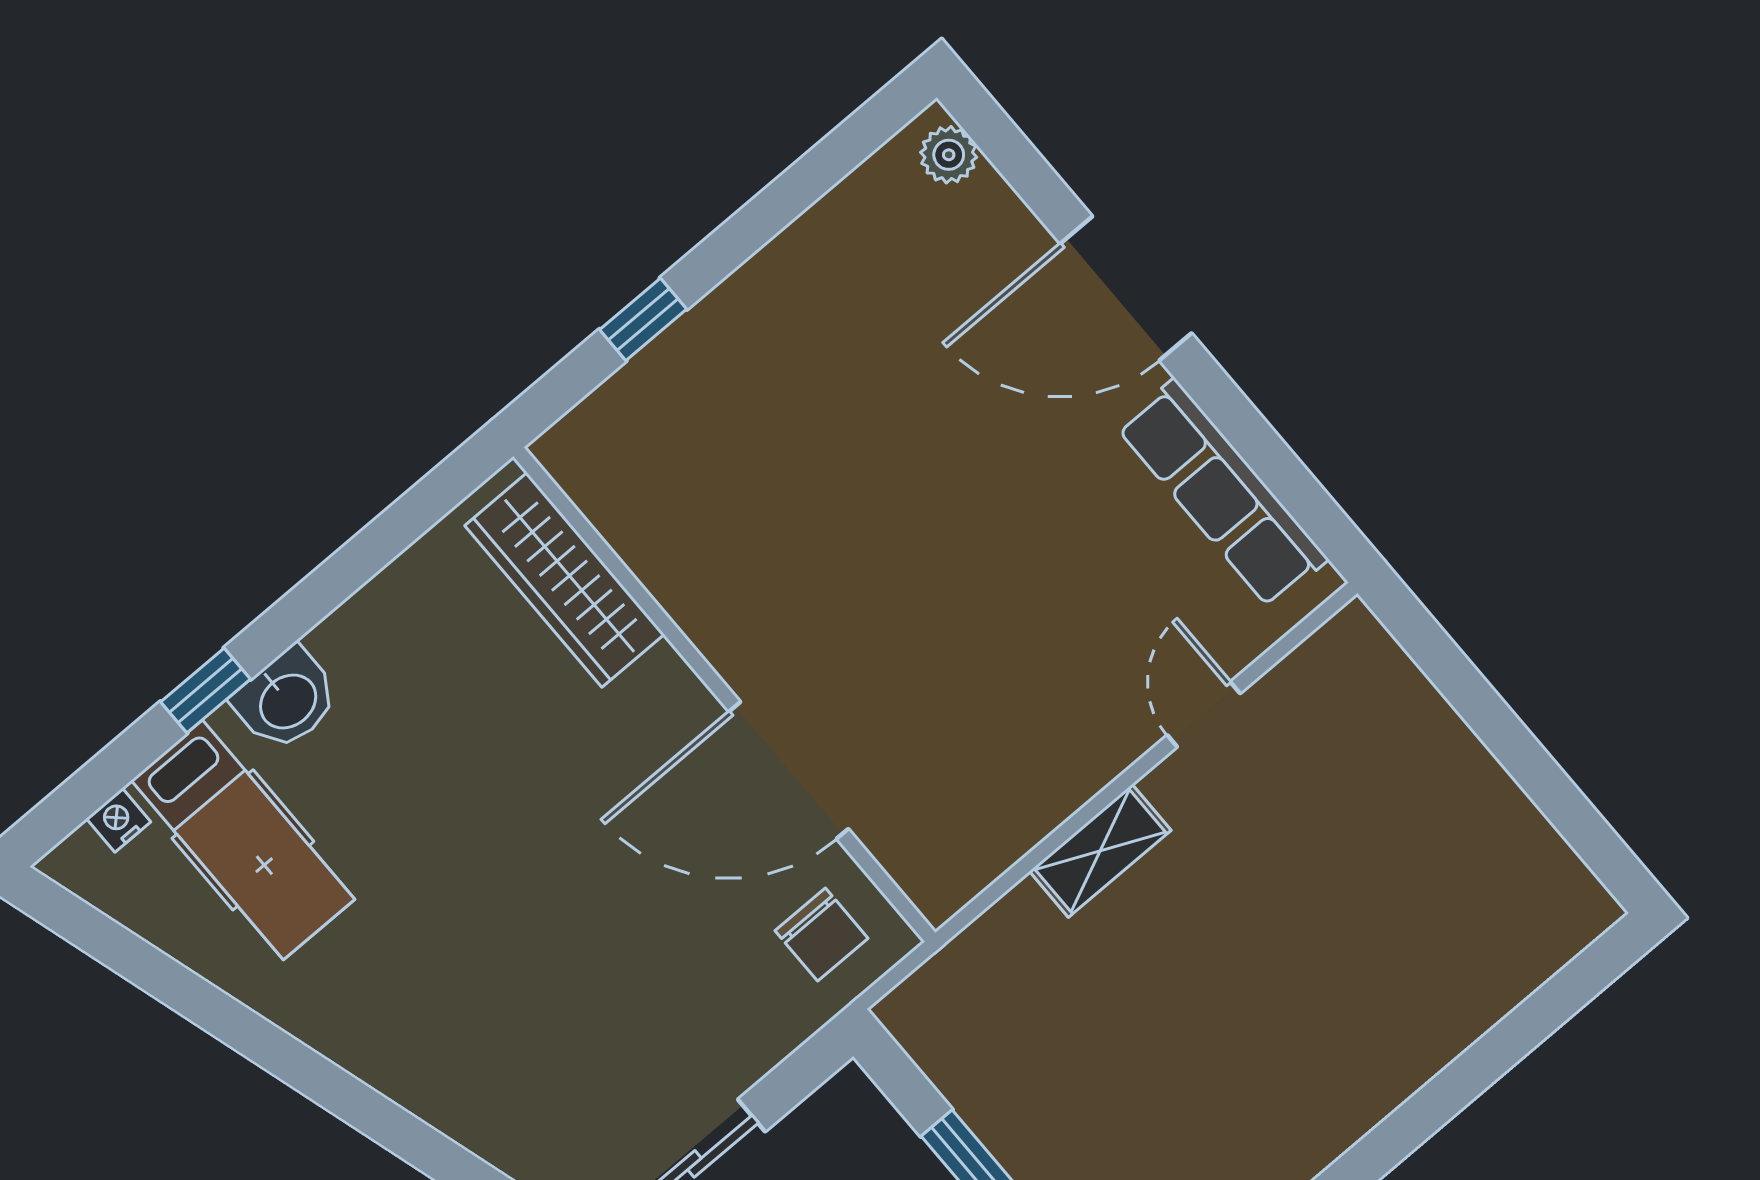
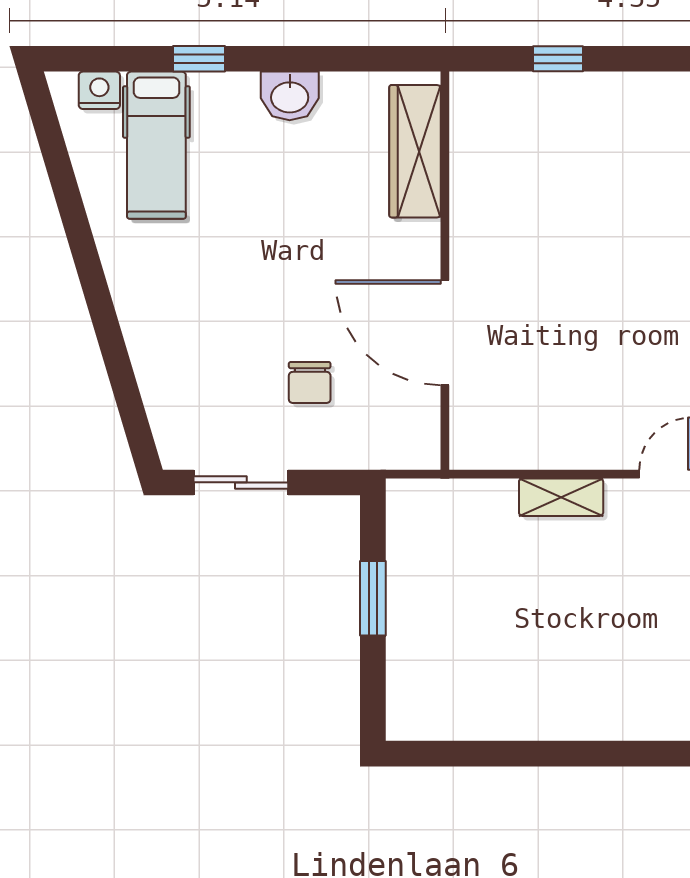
washbasin: (287, 700) -> (290, 96), moved
nightstand: (118, 820) -> (99, 90), width x1.39, depth x1.35
chair: (821, 934) -> (310, 382), moved

